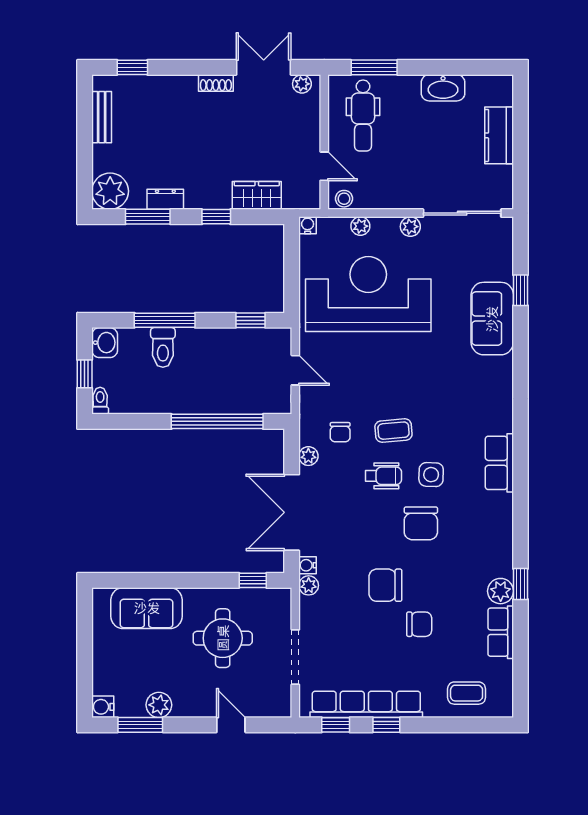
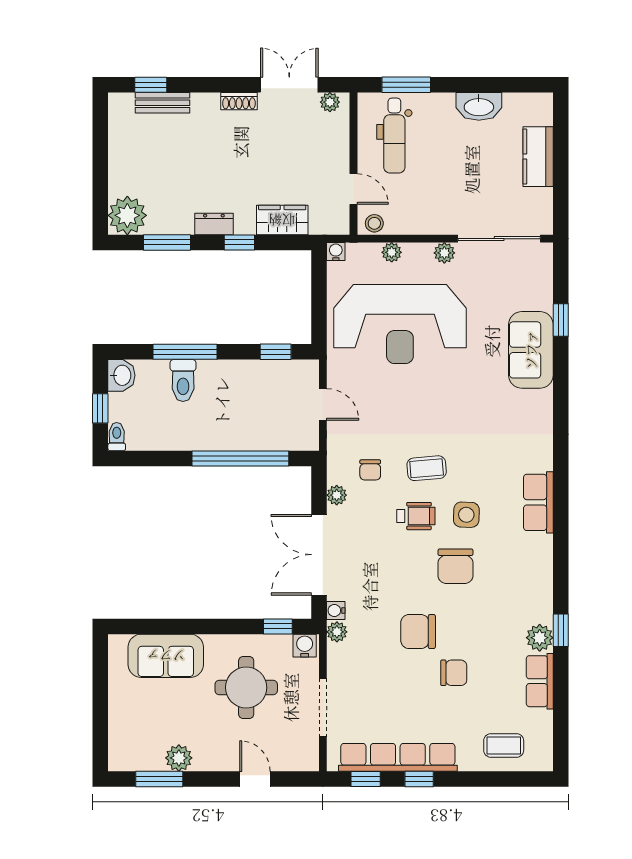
bench: (102, 117) -> (162, 103), moved, turned 90
dresser: (165, 199) -> (214, 224), moved
reception desk: (368, 294) -> (400, 324), turned 180
water cooler: (103, 707) -> (305, 646), moved, turned 90

